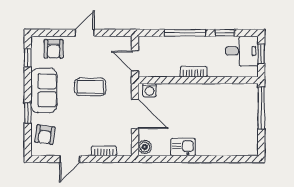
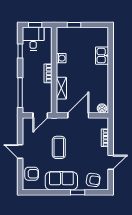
window: (185, 33) -> (20, 93), moved
window: (28, 58) -> (38, 192), removed
washing machine: (150, 90) -> (61, 58), moved
shelving: (173, 90) -> (61, 88), added
window: (261, 108) -> (74, 25), width x0.46
kitchen sink: (183, 147) -> (102, 56), moved
door: (70, 159) -> (111, 162), hinge flipped

